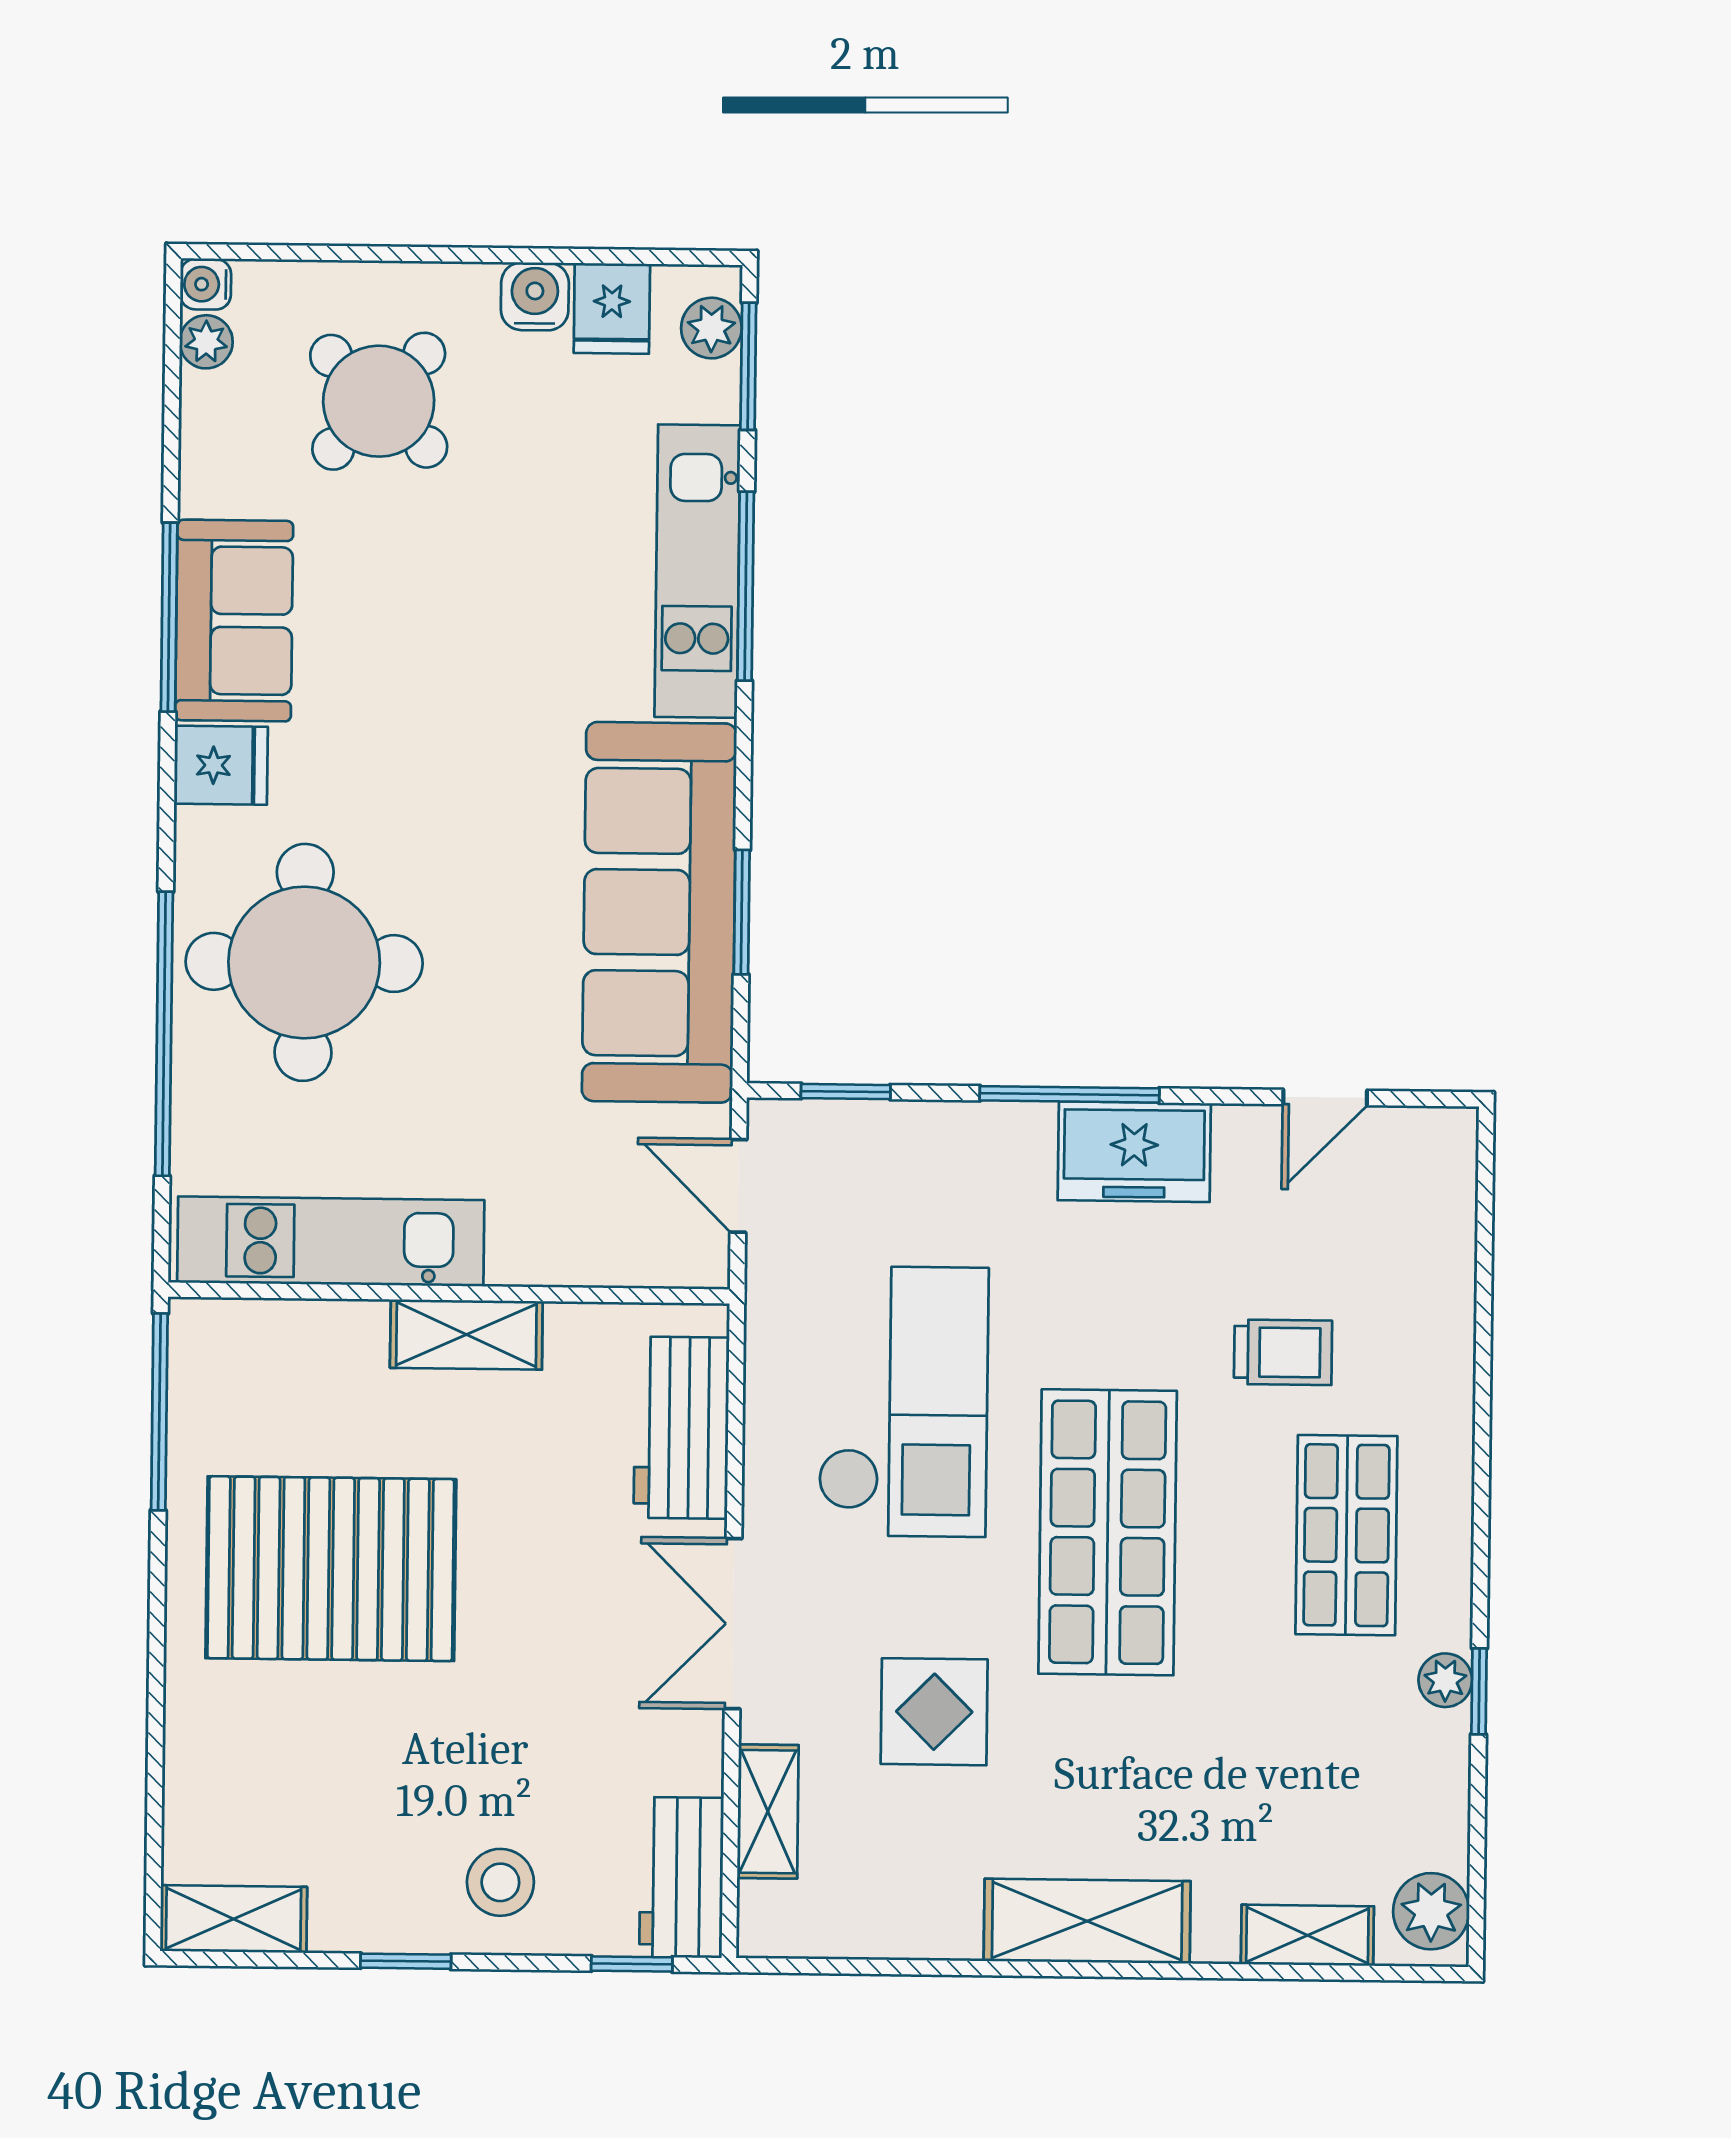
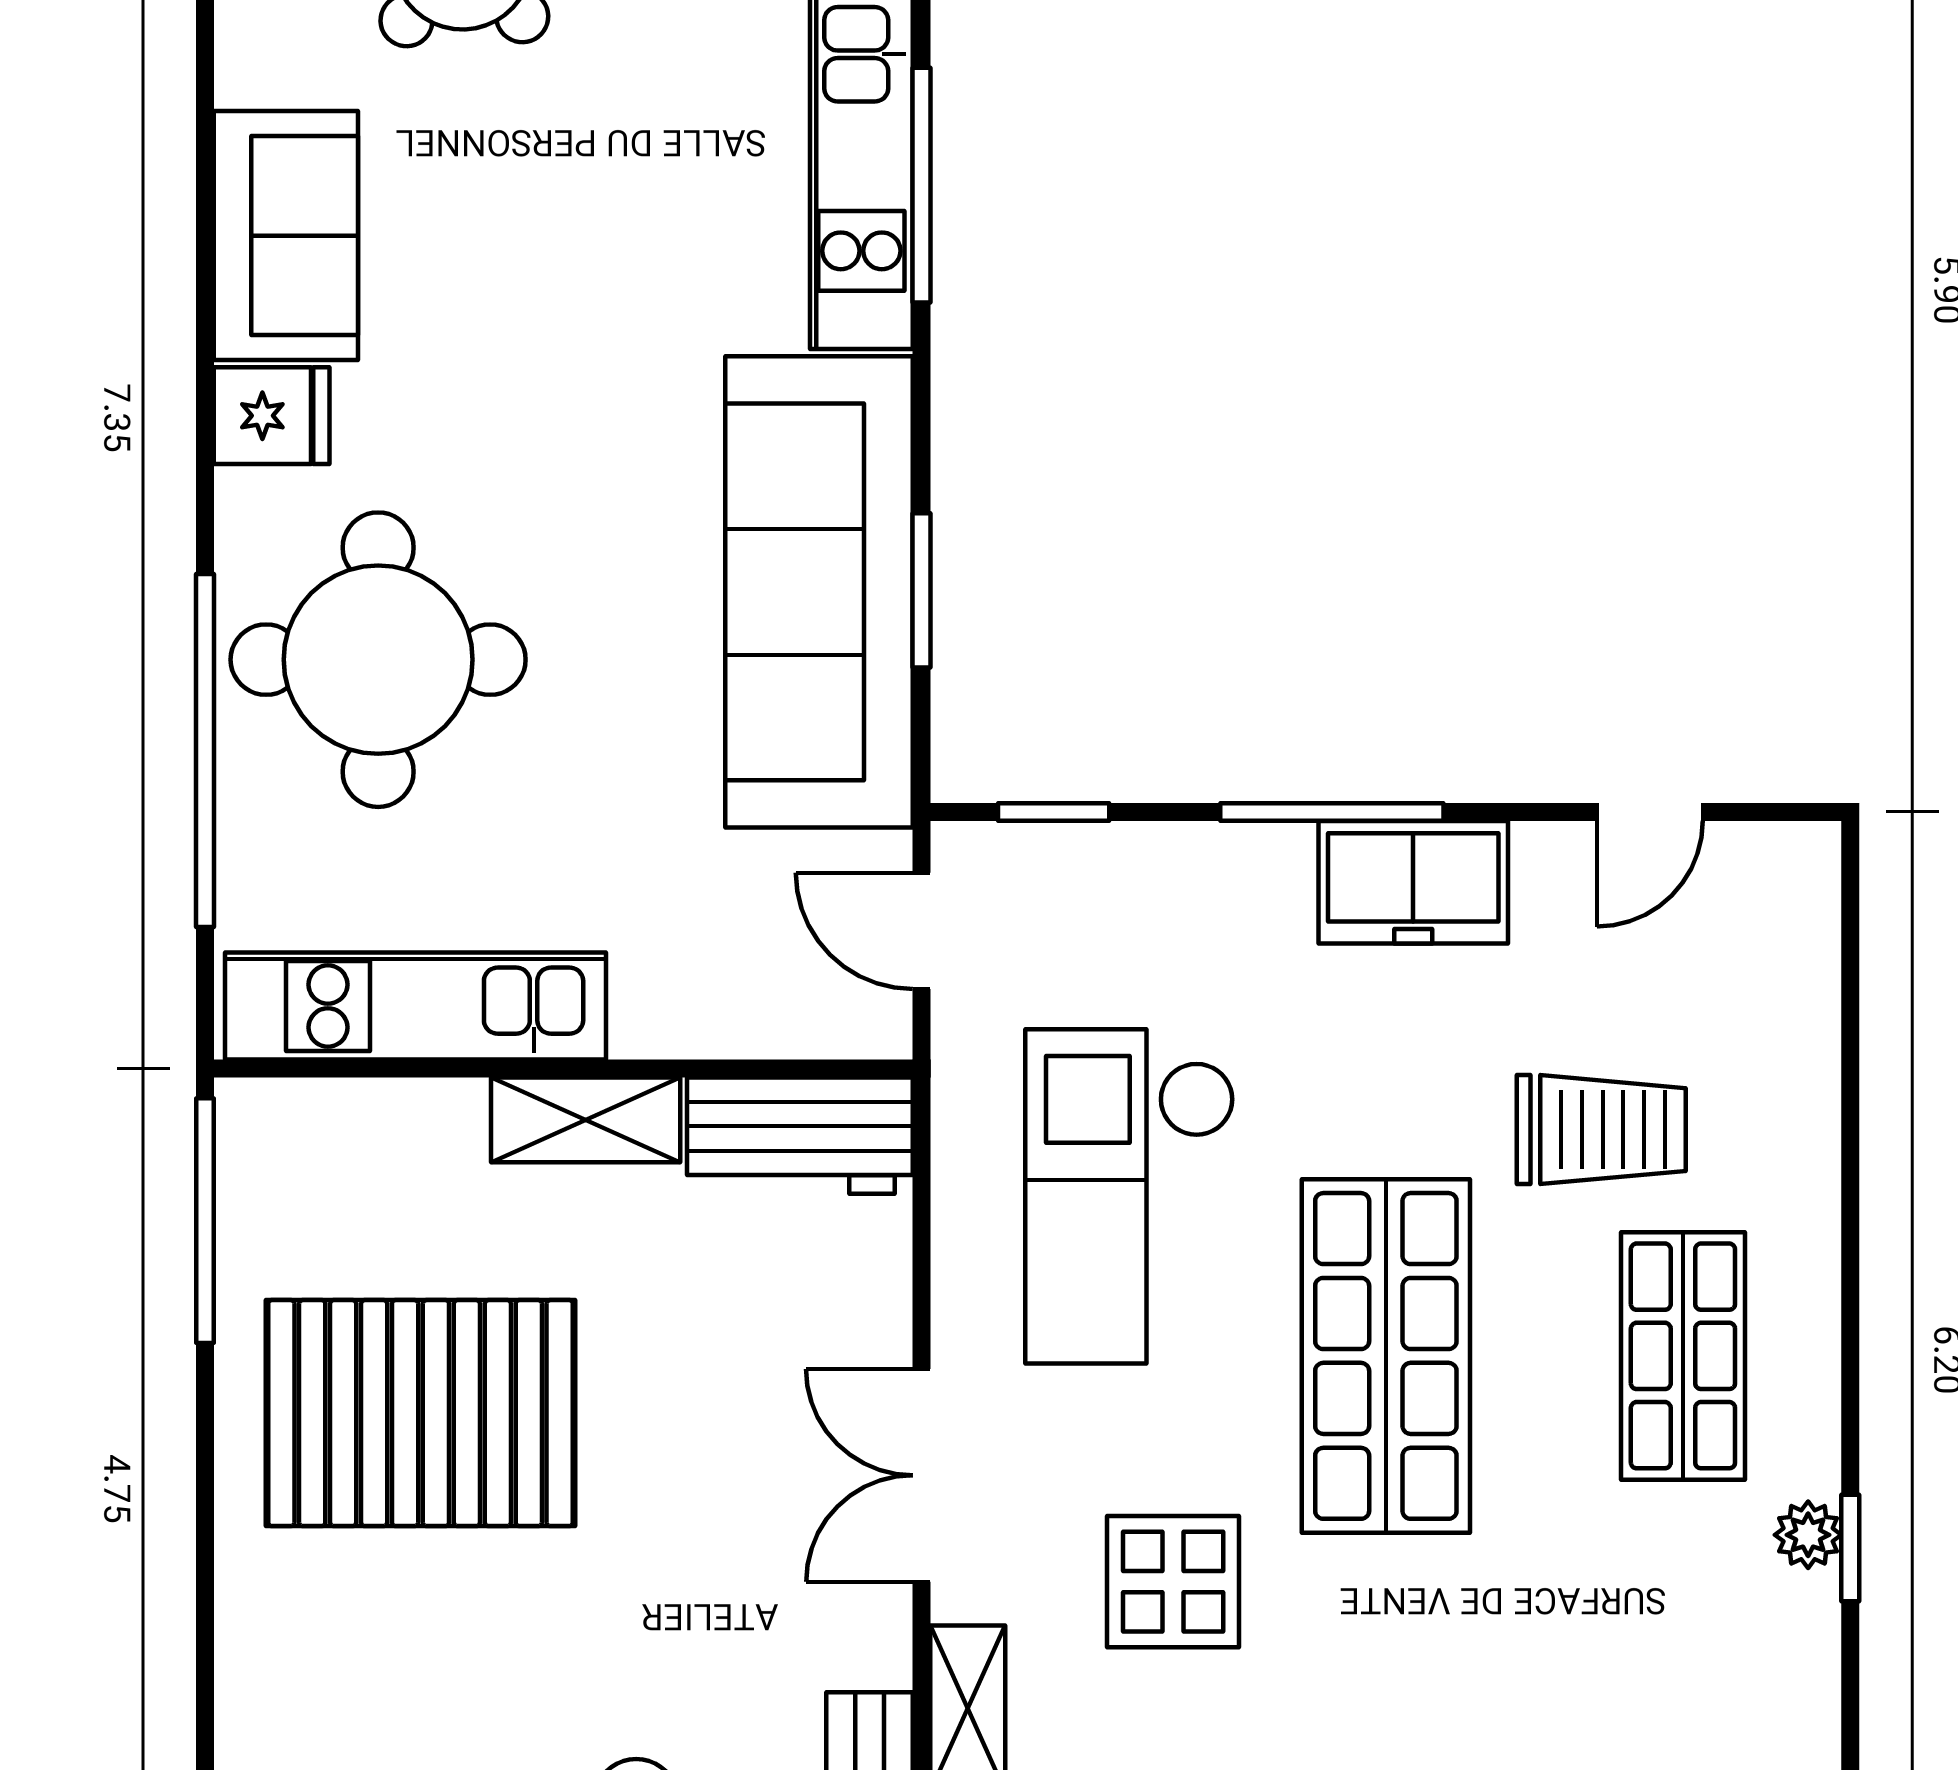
window: (169, 617) -> (205, 232), removed
trolley: (1283, 1352) -> (1601, 1130), width x1.36, depth x1.39
checkout: (903, 1401) -> (1130, 1196), turned 180
workbench: (681, 1428) -> (800, 1136), moved, turned -90

